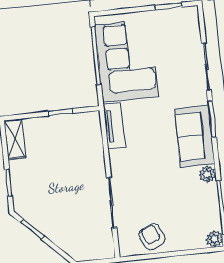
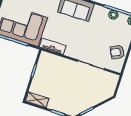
plant: (208, 174) -> (113, 15), moved

